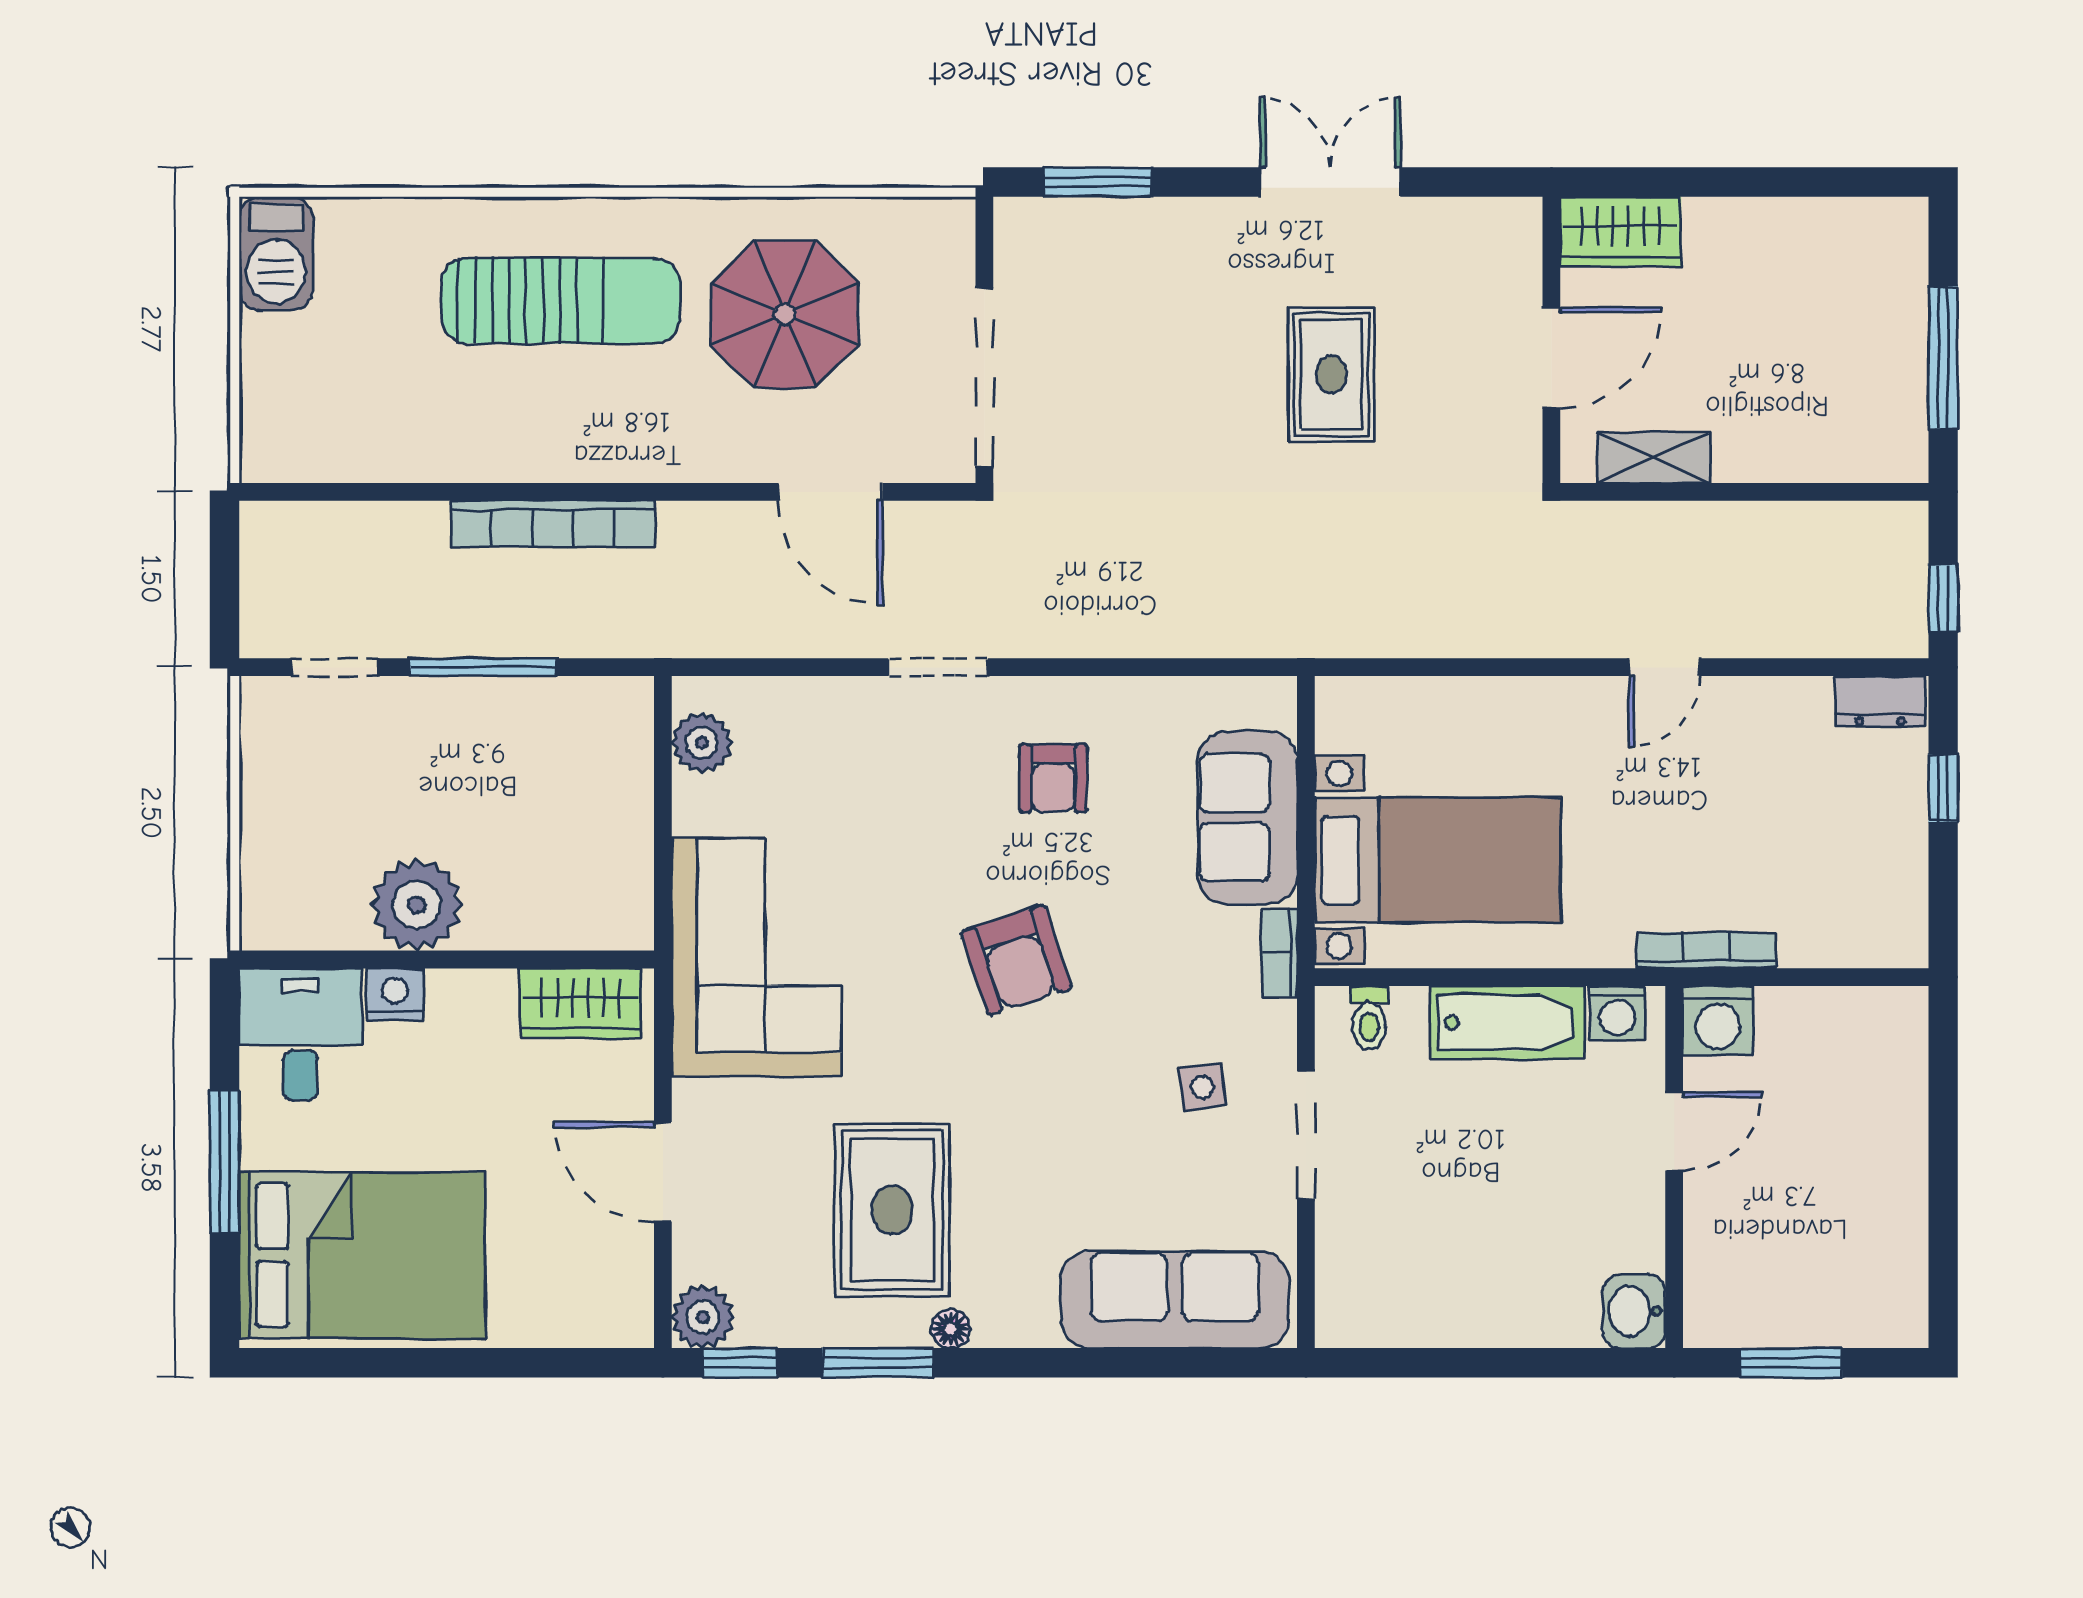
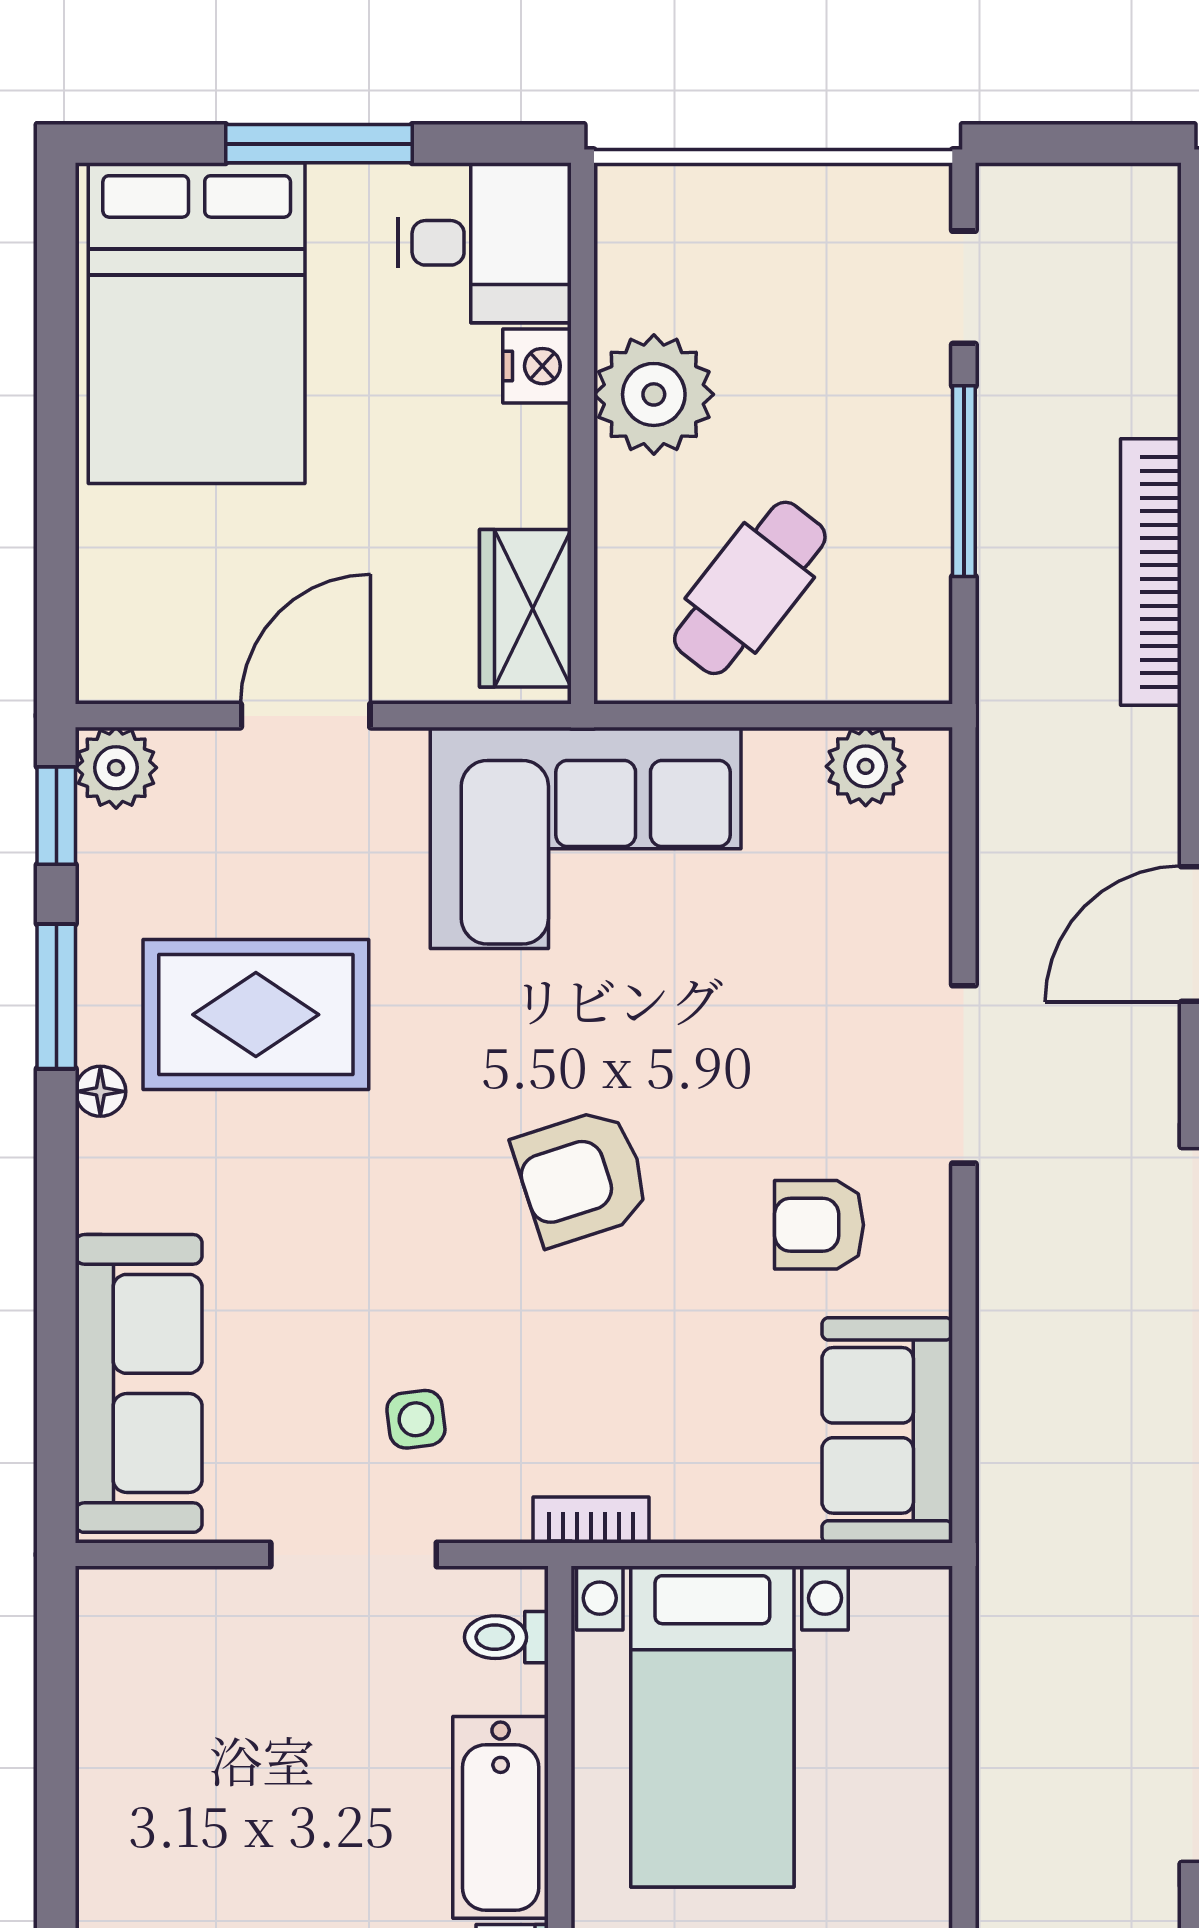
doorway: (938, 667) -> (964, 1074), width x1.38
sofa: (1247, 818) -> (887, 1430), moved, turned -90
cafe table: (565, 831) -> (750, 588), added

